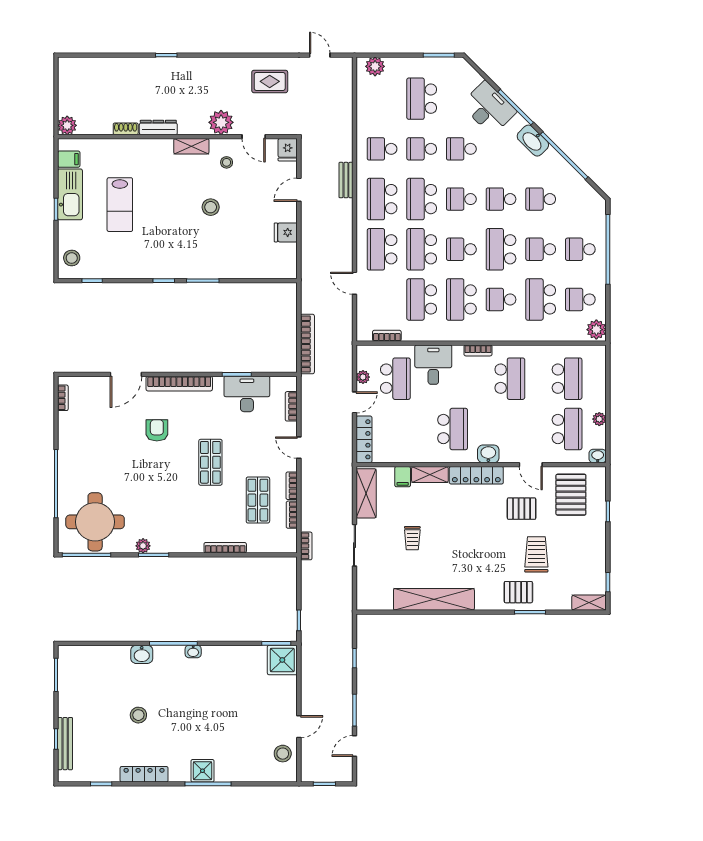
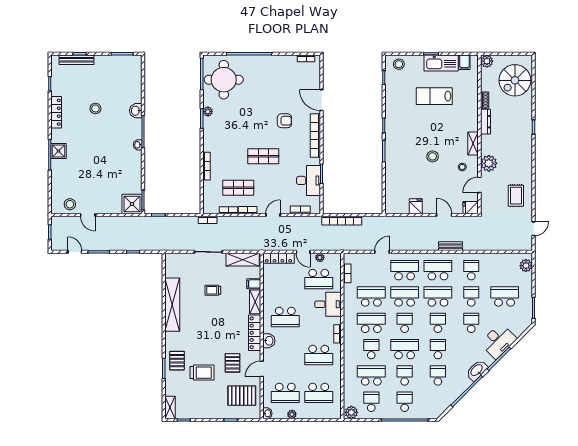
spiral stairs: (96, 83) -> (515, 80), added

